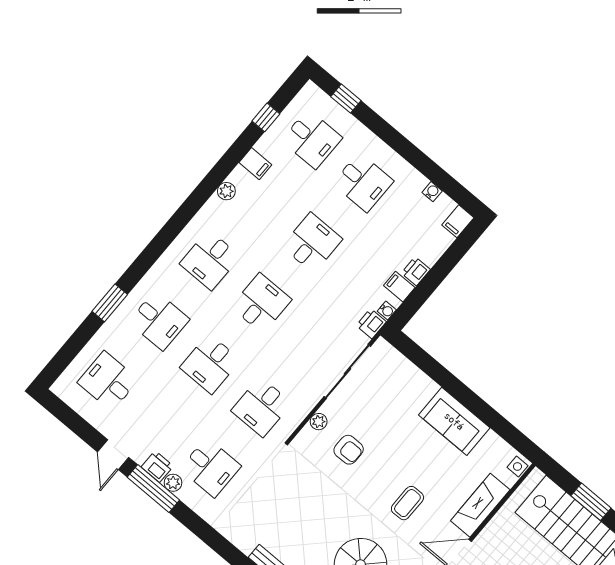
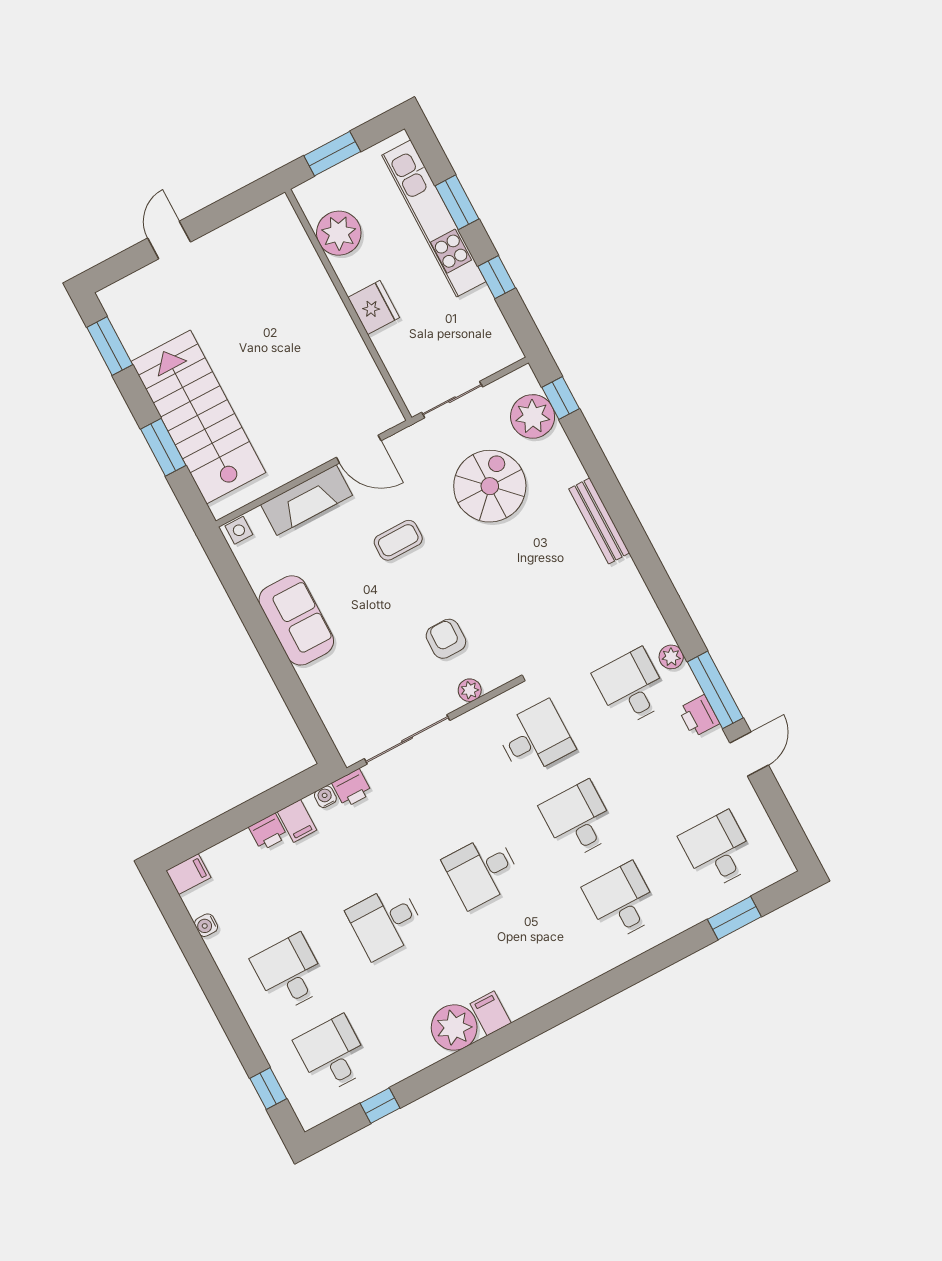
filing cabinet: (255, 164) -> (491, 1013), moved
plant: (226, 191) -> (454, 1028), width x1.88, depth x1.88
desk: (210, 260) -> (525, 952), removed
window: (110, 303) -> (734, 918), moved
desk: (210, 364) -> (578, 820), turned -90
desk: (108, 381) -> (718, 850), turned 180
plant: (173, 483) -> (671, 657), moved

